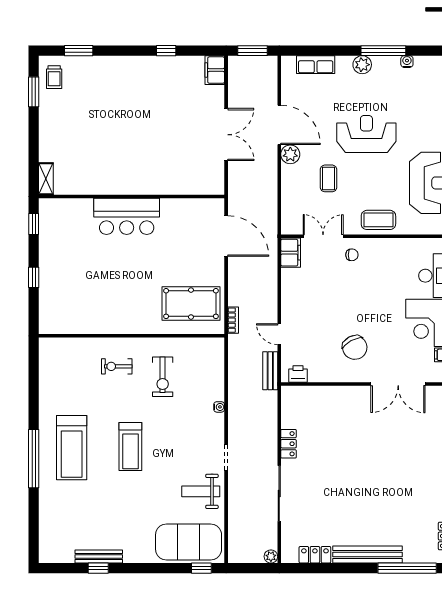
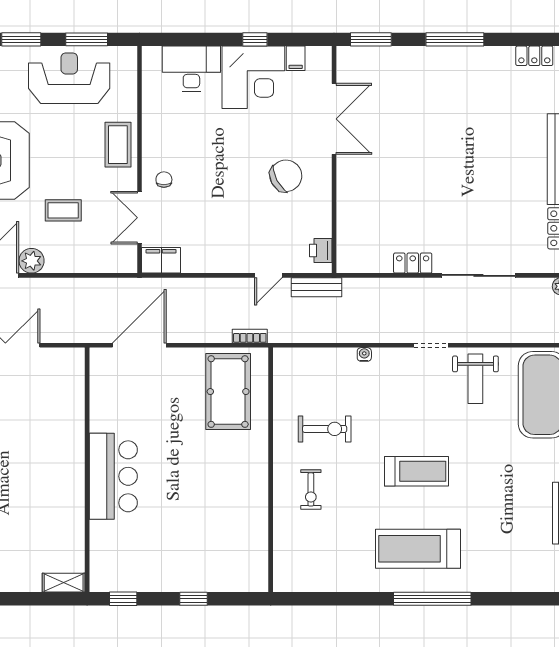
treadmill: (72, 448) -> (418, 549), turned 180

